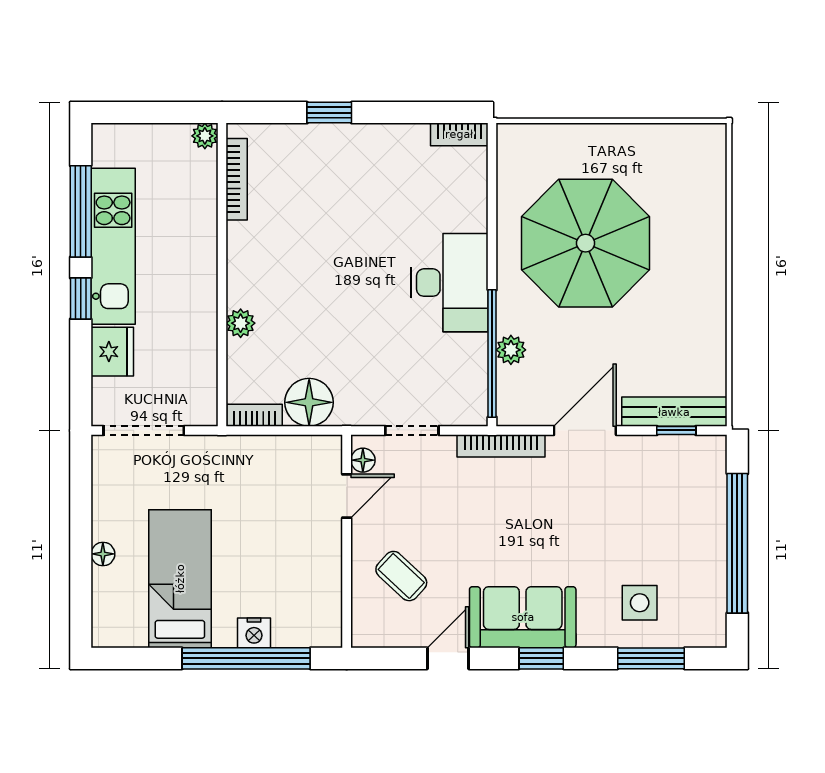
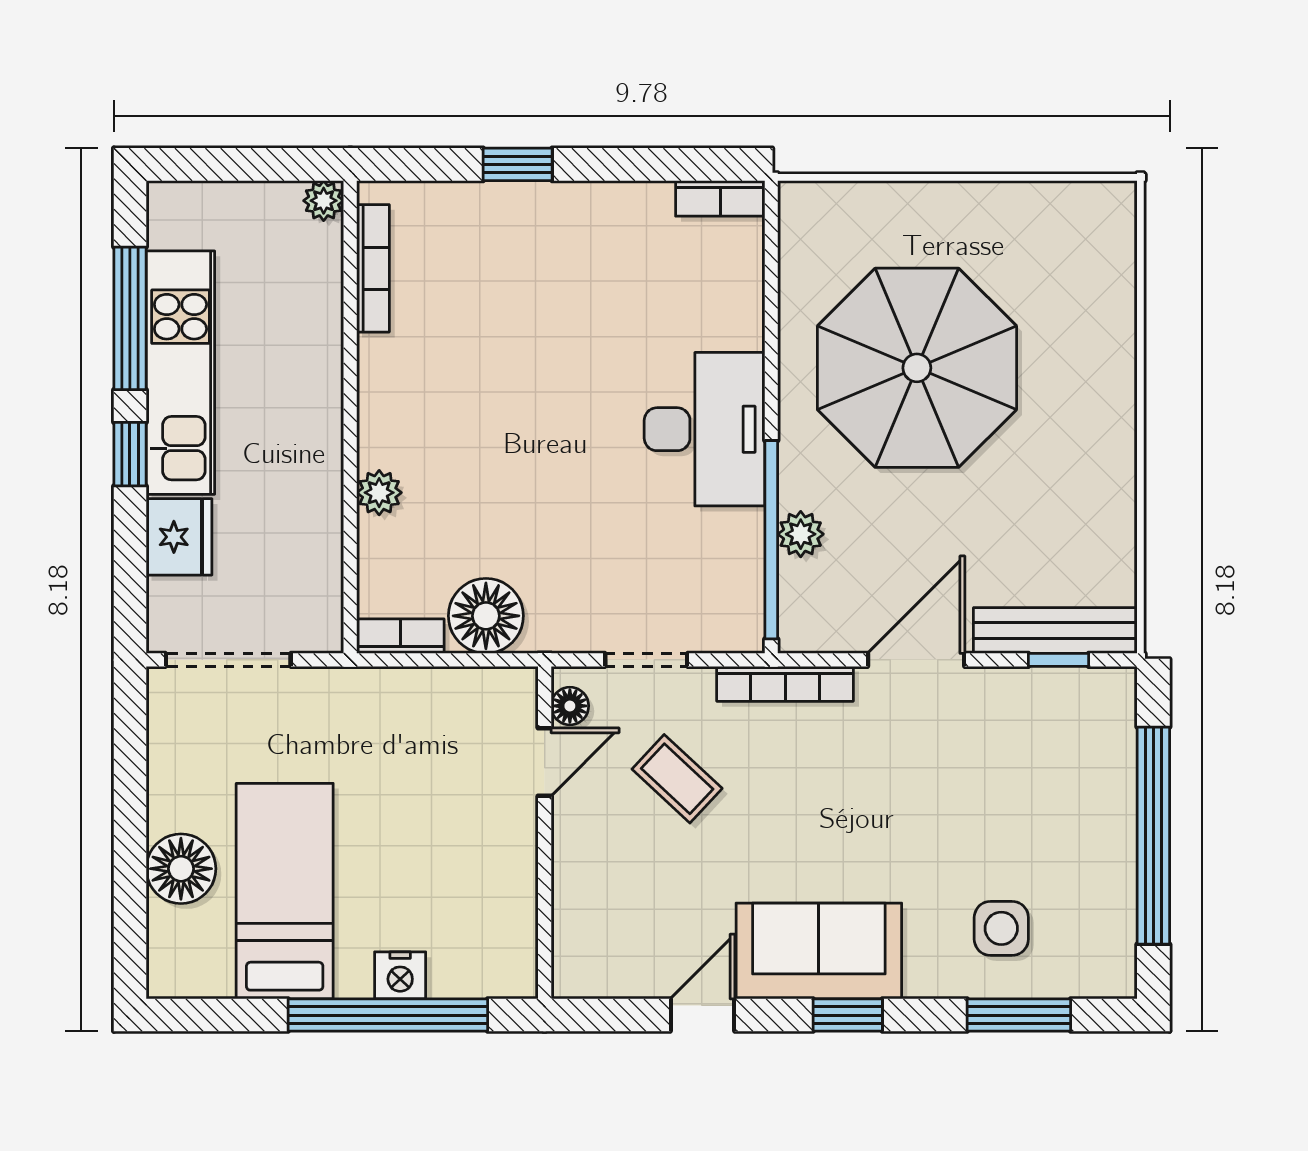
floor lamp: (103, 554) -> (181, 869), width x1.89, depth x1.89
coffee table: (401, 576) -> (677, 779), moved

